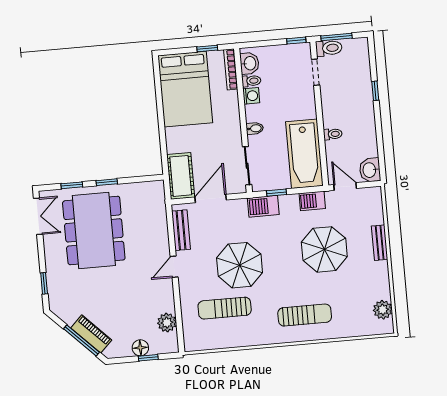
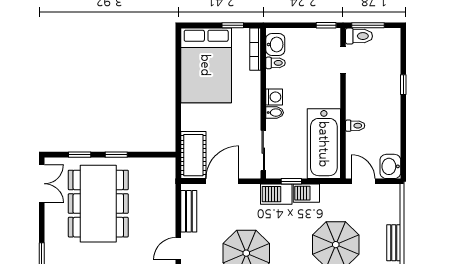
washing machine: (251, 96) -> (274, 97), moved
barbecue: (312, 201) -> (306, 193), moved

